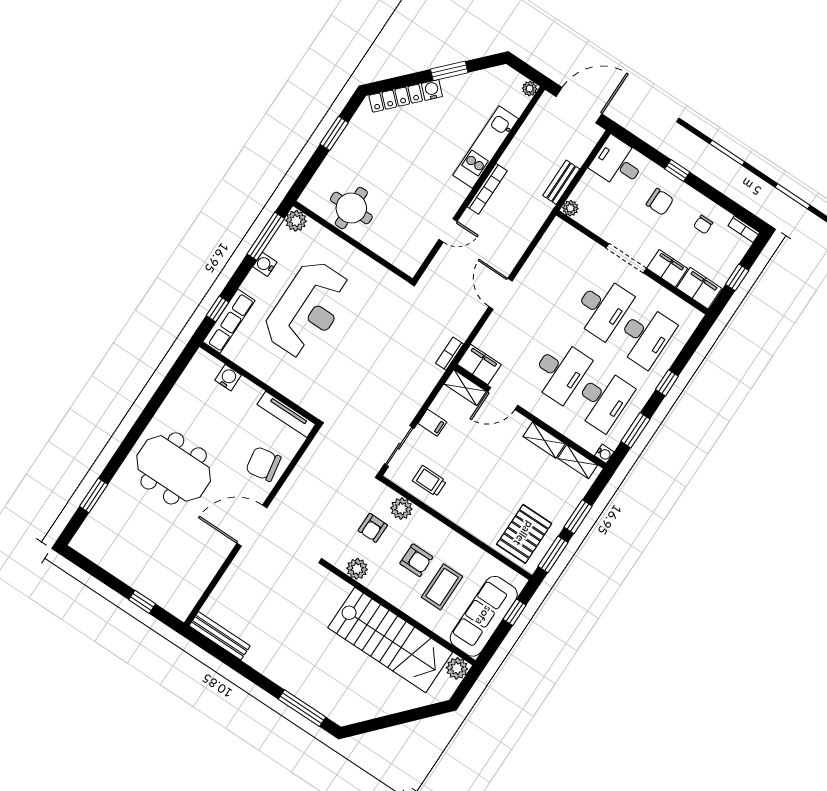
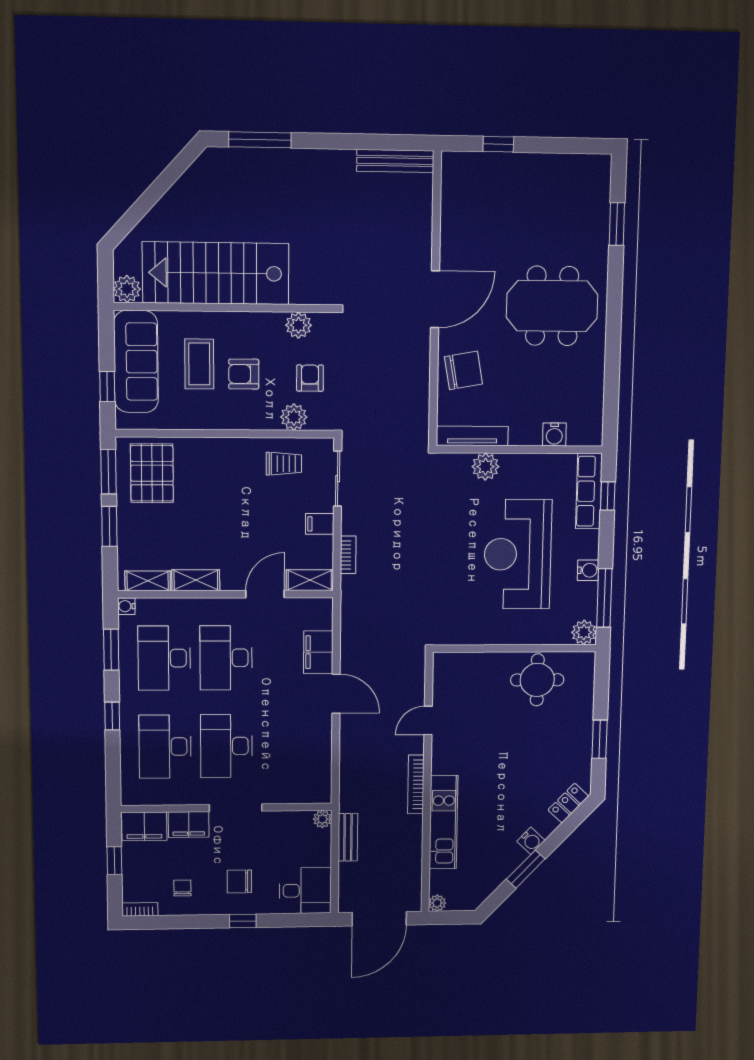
locker: (396, 98) -> (568, 803), width x0.66
bookcase: (450, 354) -> (348, 555), moved
filing cabinet: (479, 364) -> (318, 652), moved, turned 90
plant: (291, 387) -> (485, 467), added

